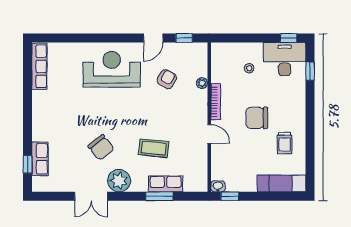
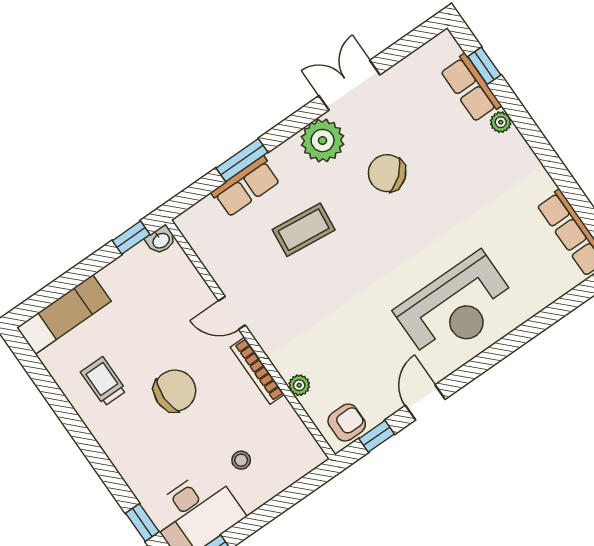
armchair: (167, 79) -> (347, 423), moved, turned -120
plant: (37, 135) -> (501, 122), added

